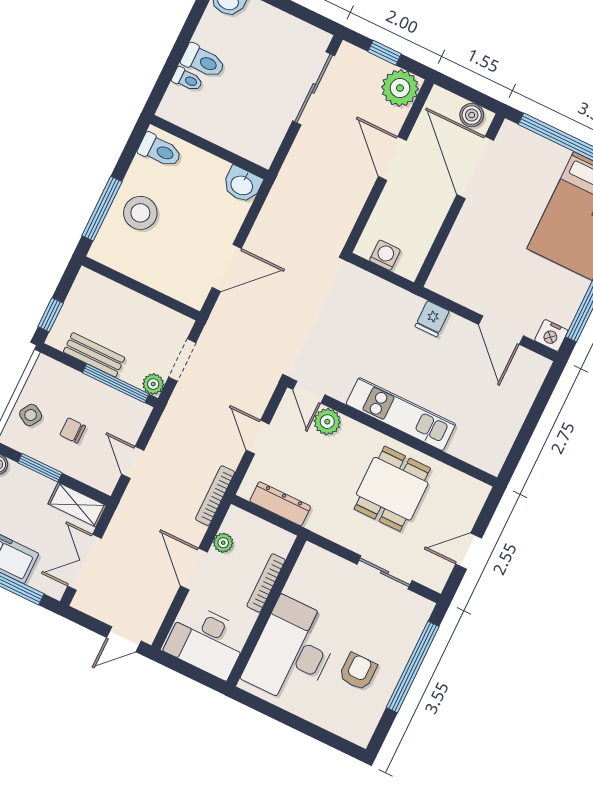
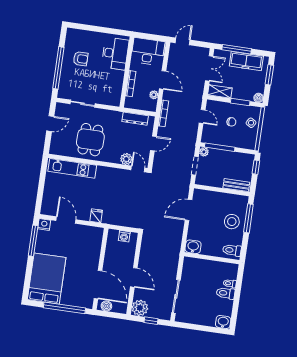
bench: (94, 355) -> (236, 185), moved
kitchen unit: (401, 414) -> (72, 168), moved
door: (258, 437) -> (153, 143), hinge flipped
desk: (292, 651) -> (115, 54), width x0.73, depth x0.77
armchair: (358, 672) -> (81, 59), turned -90

